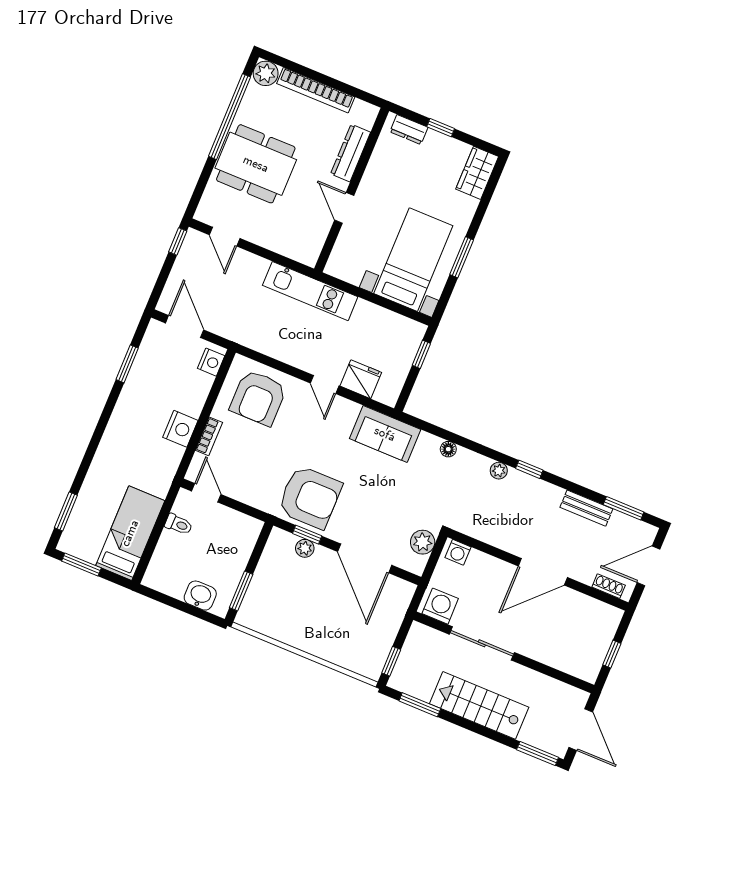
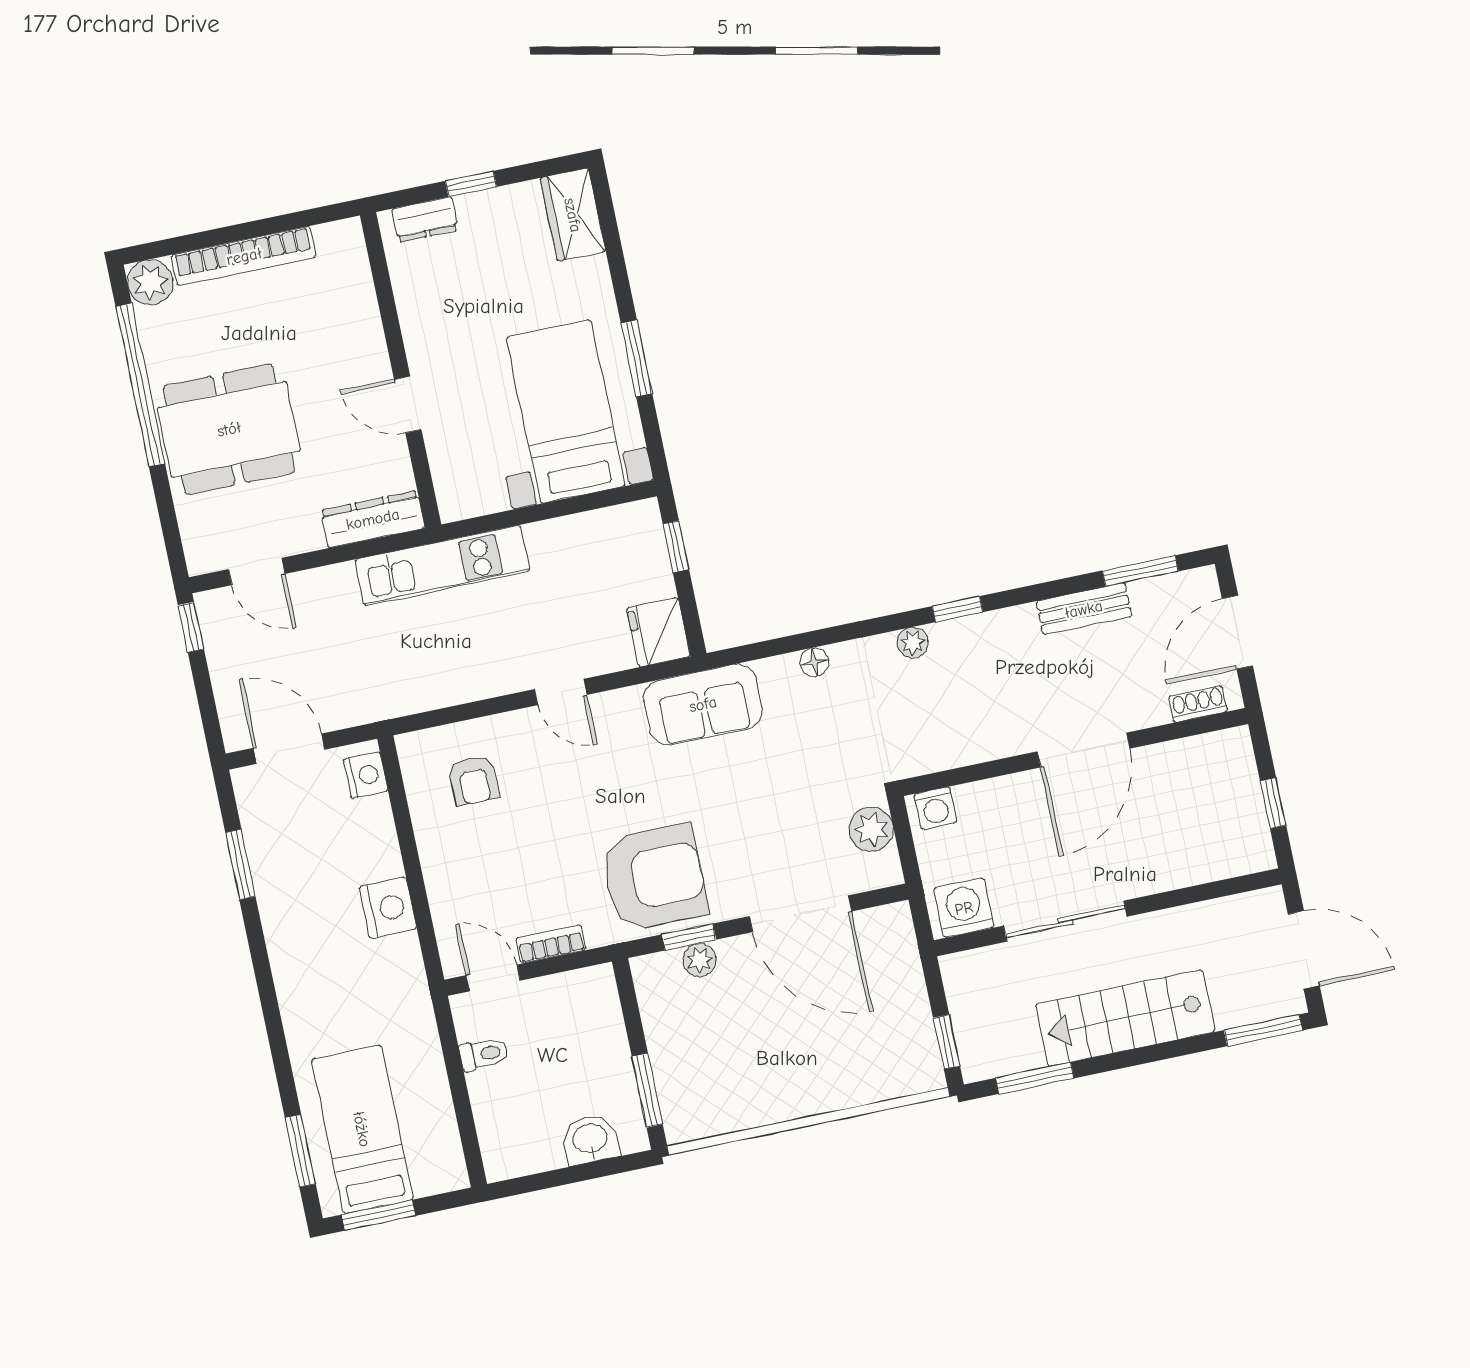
dresser: (351, 153) -> (373, 519), moved, turned 90
fridge: (361, 379) -> (659, 632), moved, turned -90
armchair: (258, 398) -> (474, 780), width x0.53, depth x0.53
bookcase: (209, 436) -> (551, 944), moved, turned -90
bed: (130, 533) -> (362, 1129), moved

